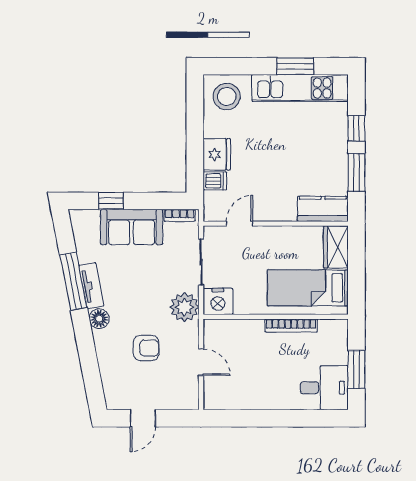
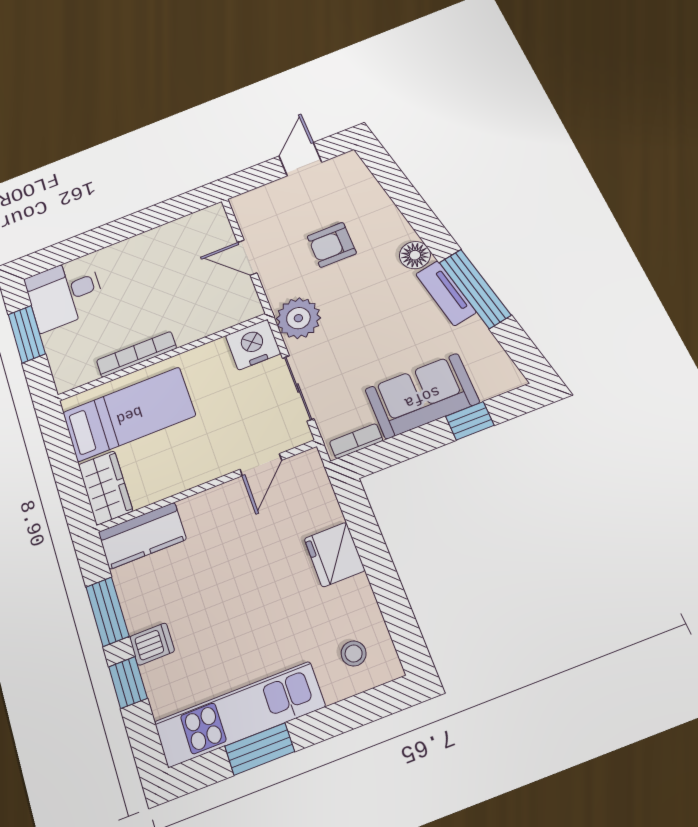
stool: (227, 96) -> (354, 653), width x0.53, depth x0.53
dishwasher: (215, 181) -> (152, 644), moved, turned 180

